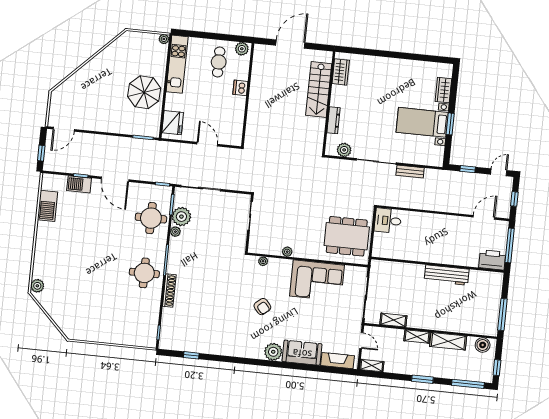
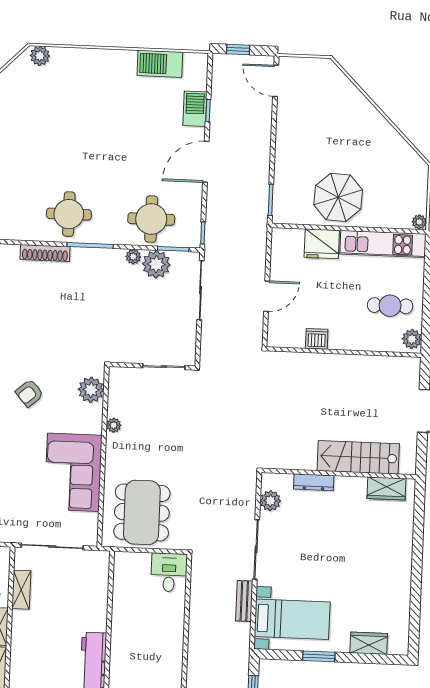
dishwasher: (240, 88) -> (317, 339), moved
bed with nightstands: (422, 122) -> (292, 619), moved, turned 90
fridge: (173, 123) -> (322, 244), moved
plant: (263, 261) -> (91, 390), width x1.88, depth x1.88

